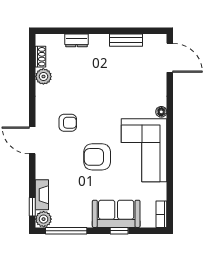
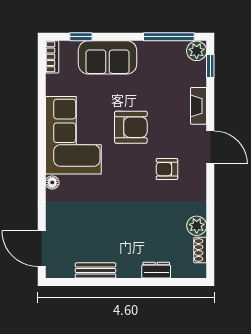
fireplace: (42, 195) -> (199, 106), moved
window: (119, 231) -> (81, 37), moved

